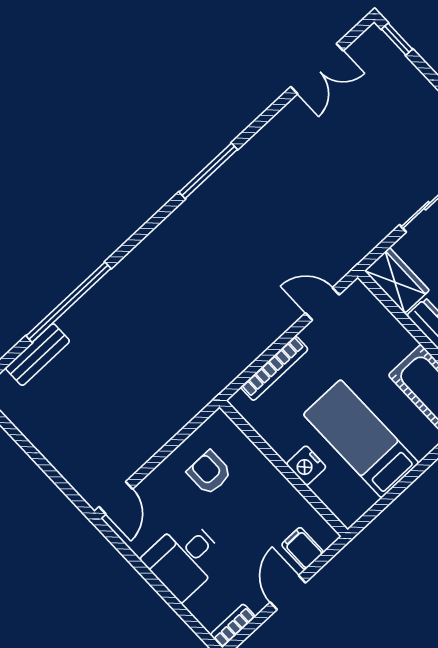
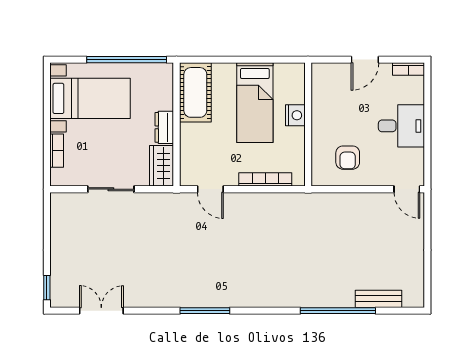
door: (116, 498) -> (407, 189), swing flipped
filing cabinet: (303, 548) -> (337, 75), removed

